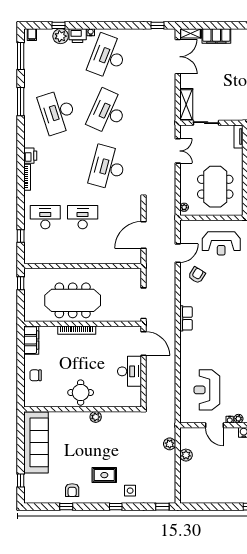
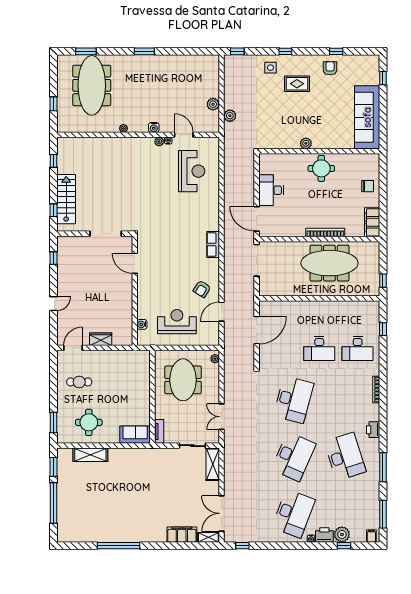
printer: (30, 156) -> (373, 430), moved

